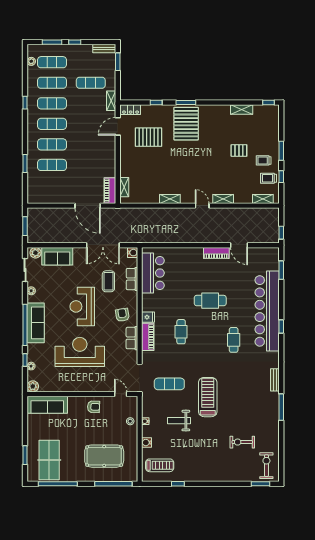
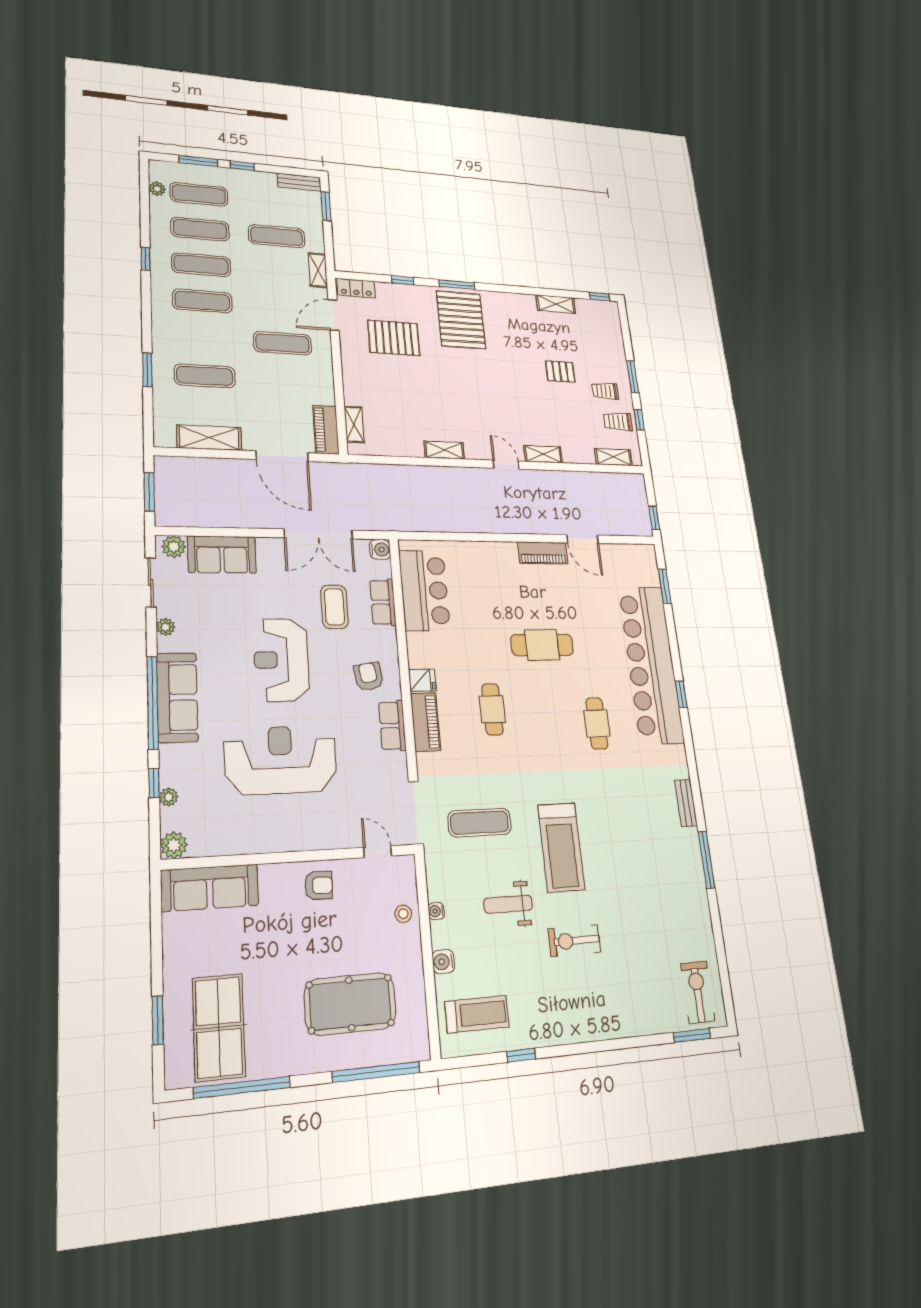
exercise mat: (52, 144) -> (283, 343), moved
shelving: (53, 198) -> (209, 438), added
treadmill: (208, 397) -> (561, 847), turned 180
exercise bike: (242, 442) -> (574, 941), moved

